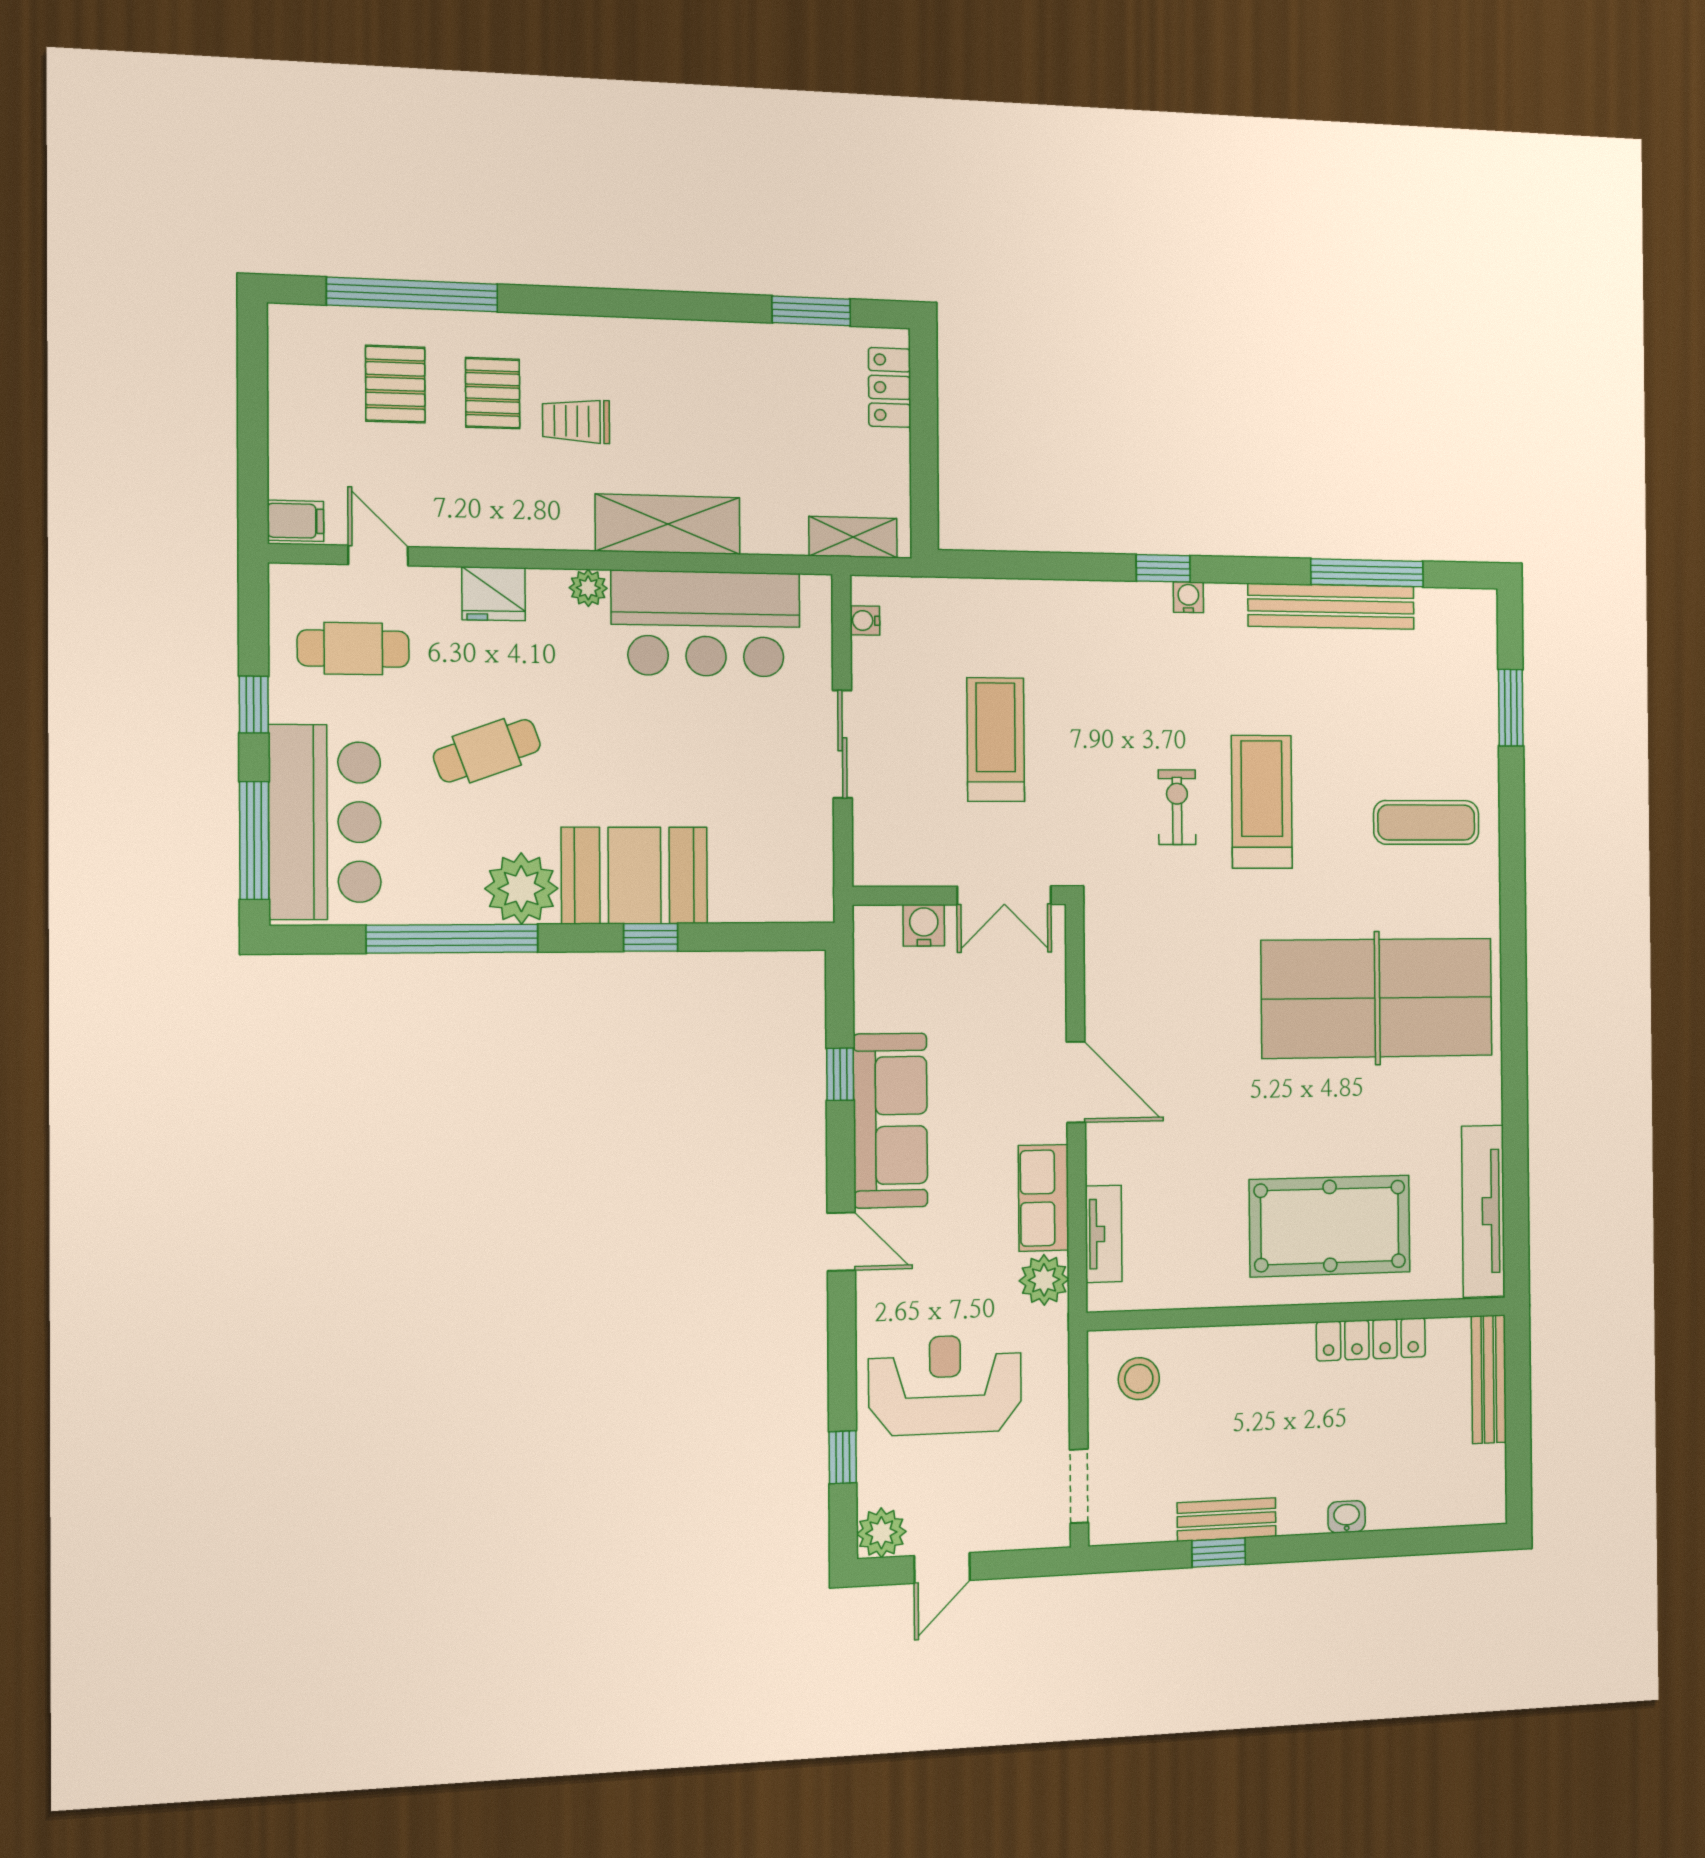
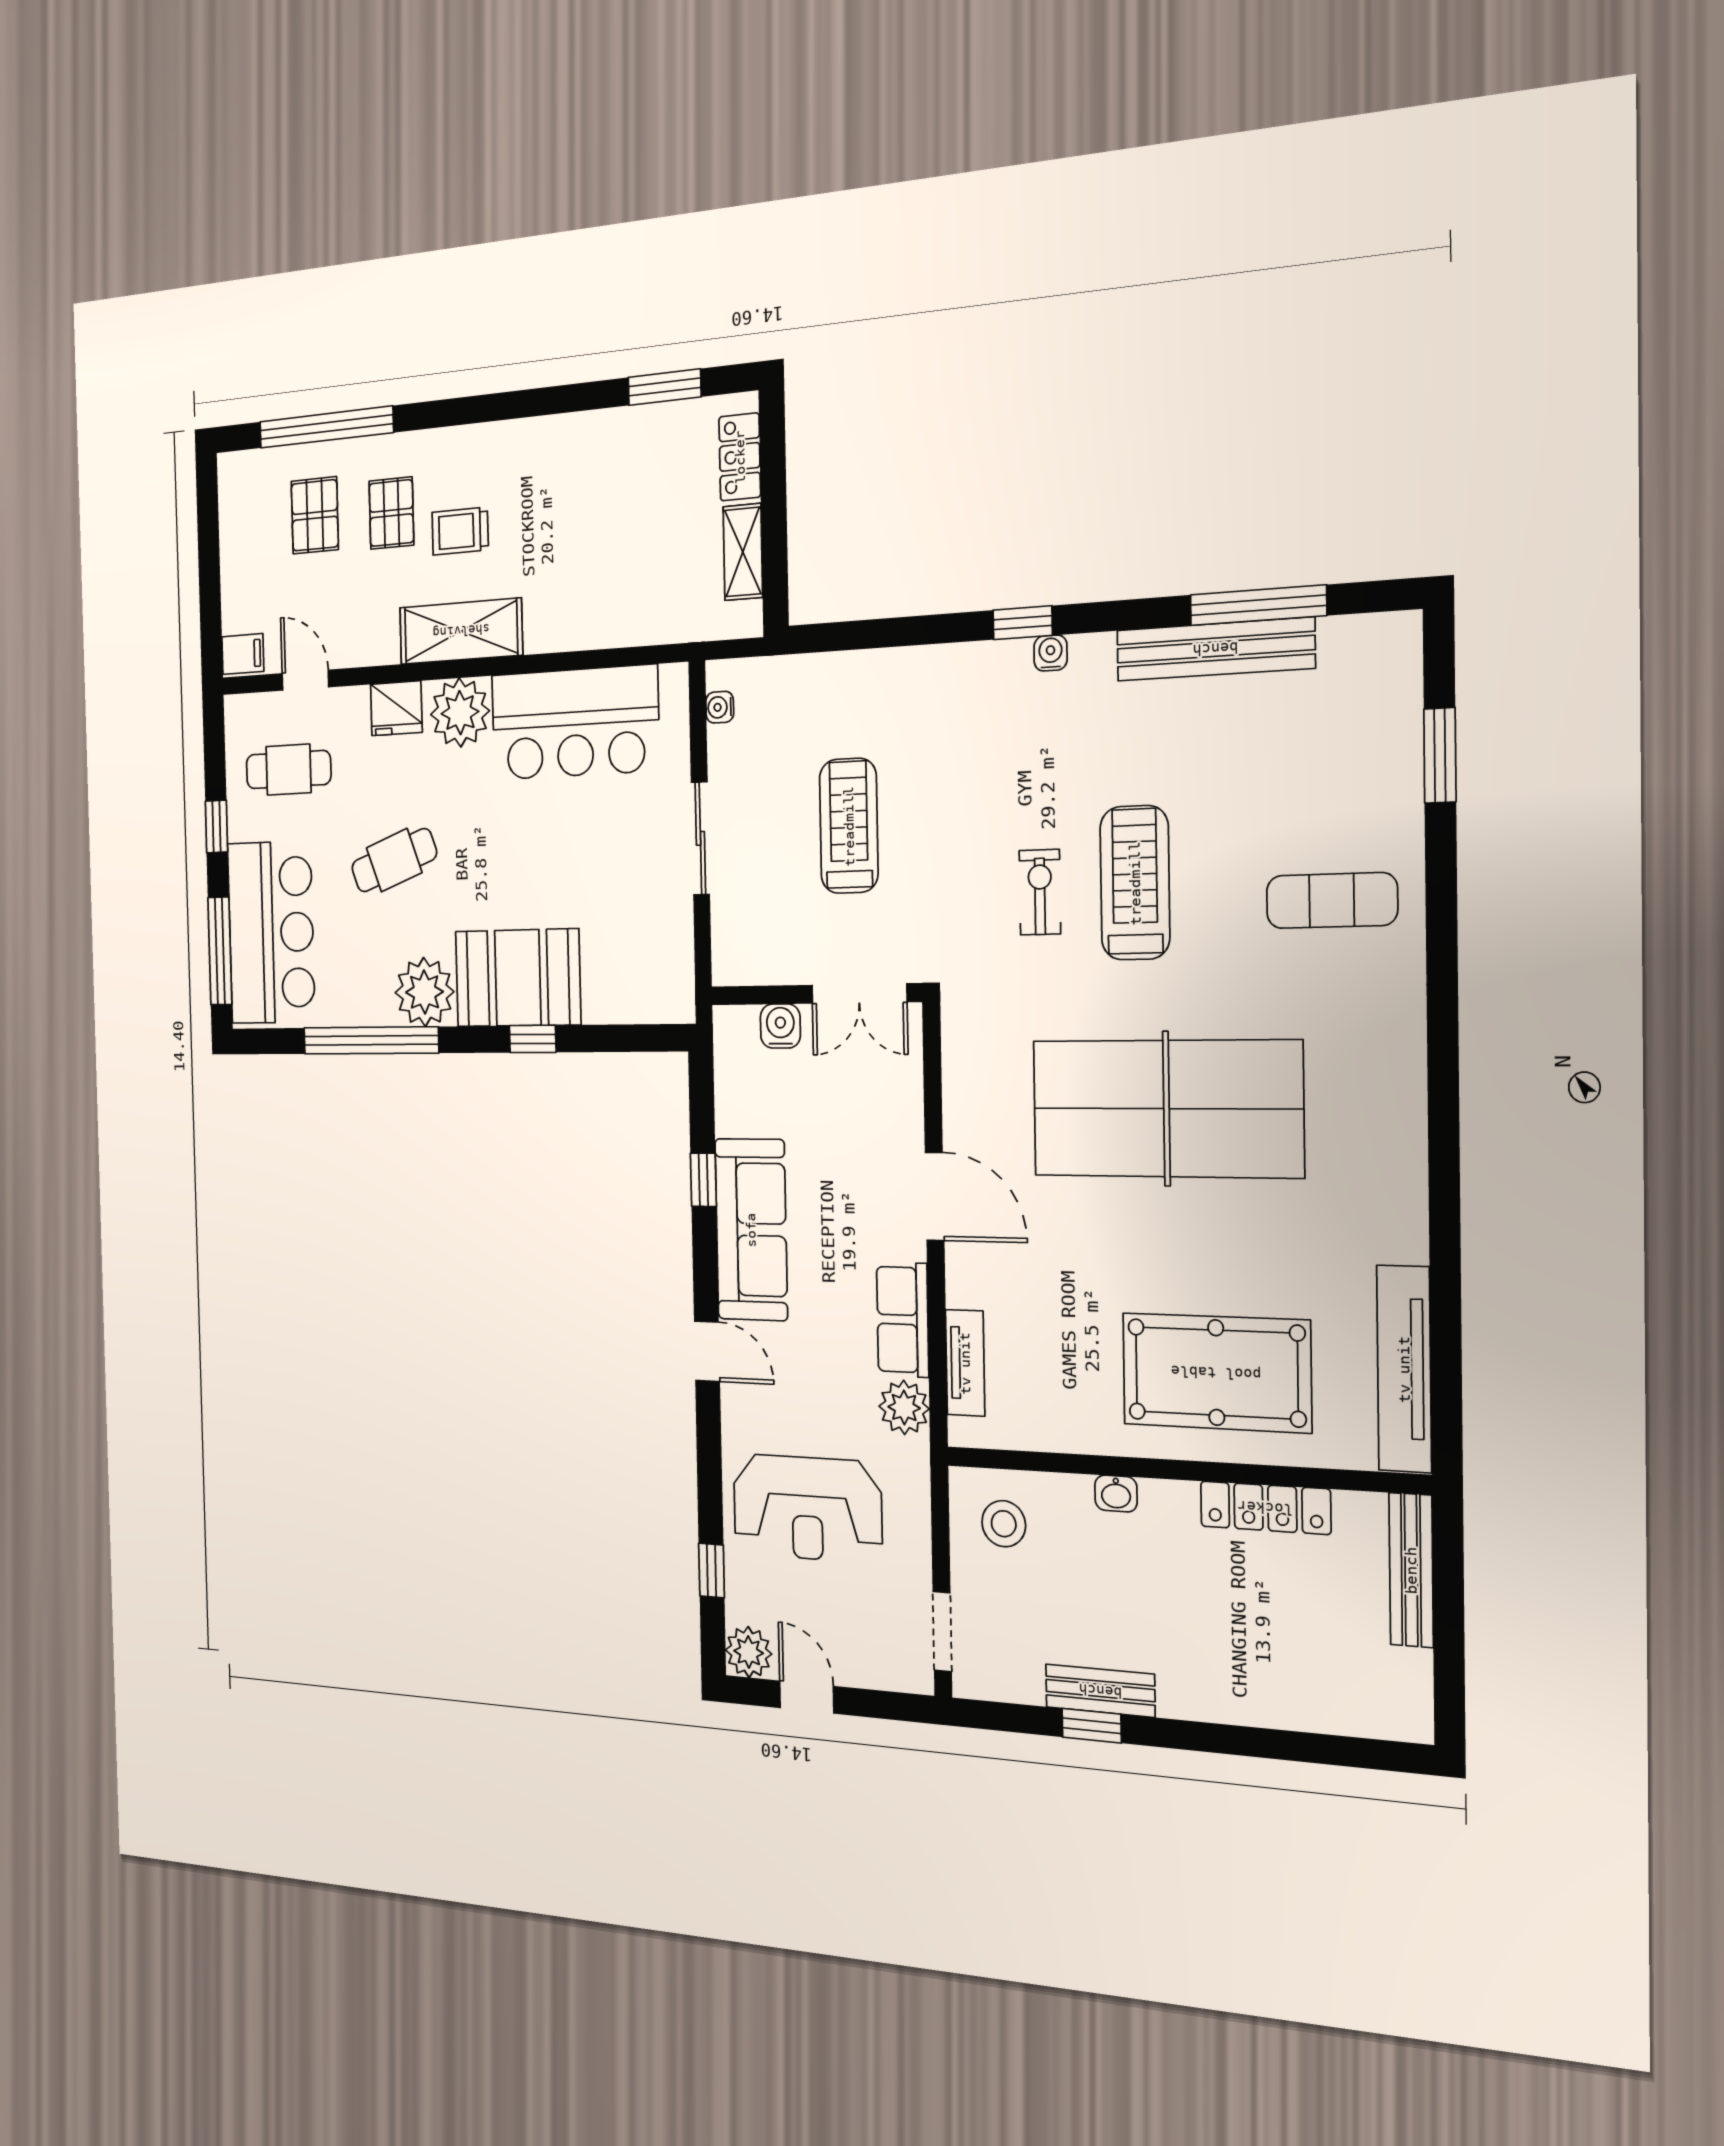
shelving: (668, 524) -> (461, 631), moved
shelving: (853, 537) -> (743, 552), moved, turned 90
plant: (588, 588) -> (460, 713), width x1.88, depth x1.88
table tennis table: (1377, 998) -> (1166, 1109), moved
reception desk: (945, 1385) -> (807, 1508), turned 180
washbasin: (1347, 1517) -> (1116, 1494), moved, turned 180
door: (942, 1568) -> (807, 1697), swing flipped

